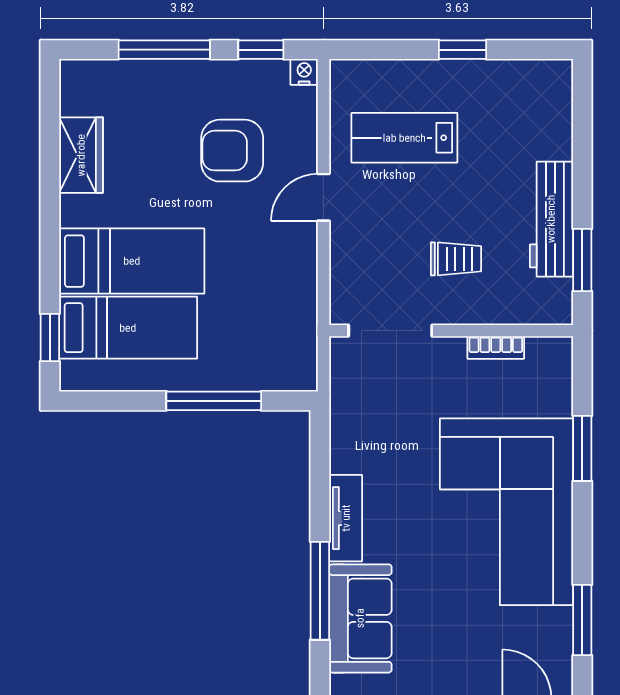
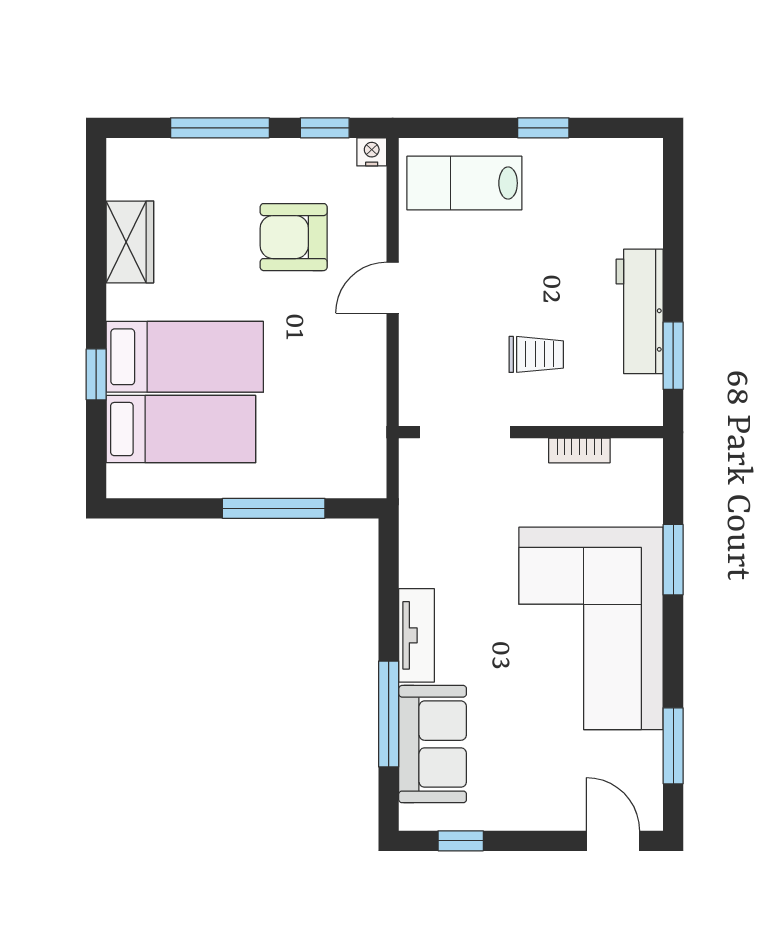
lab bench: (404, 138) -> (464, 183), moved
window: (50, 337) -> (96, 374), moved

